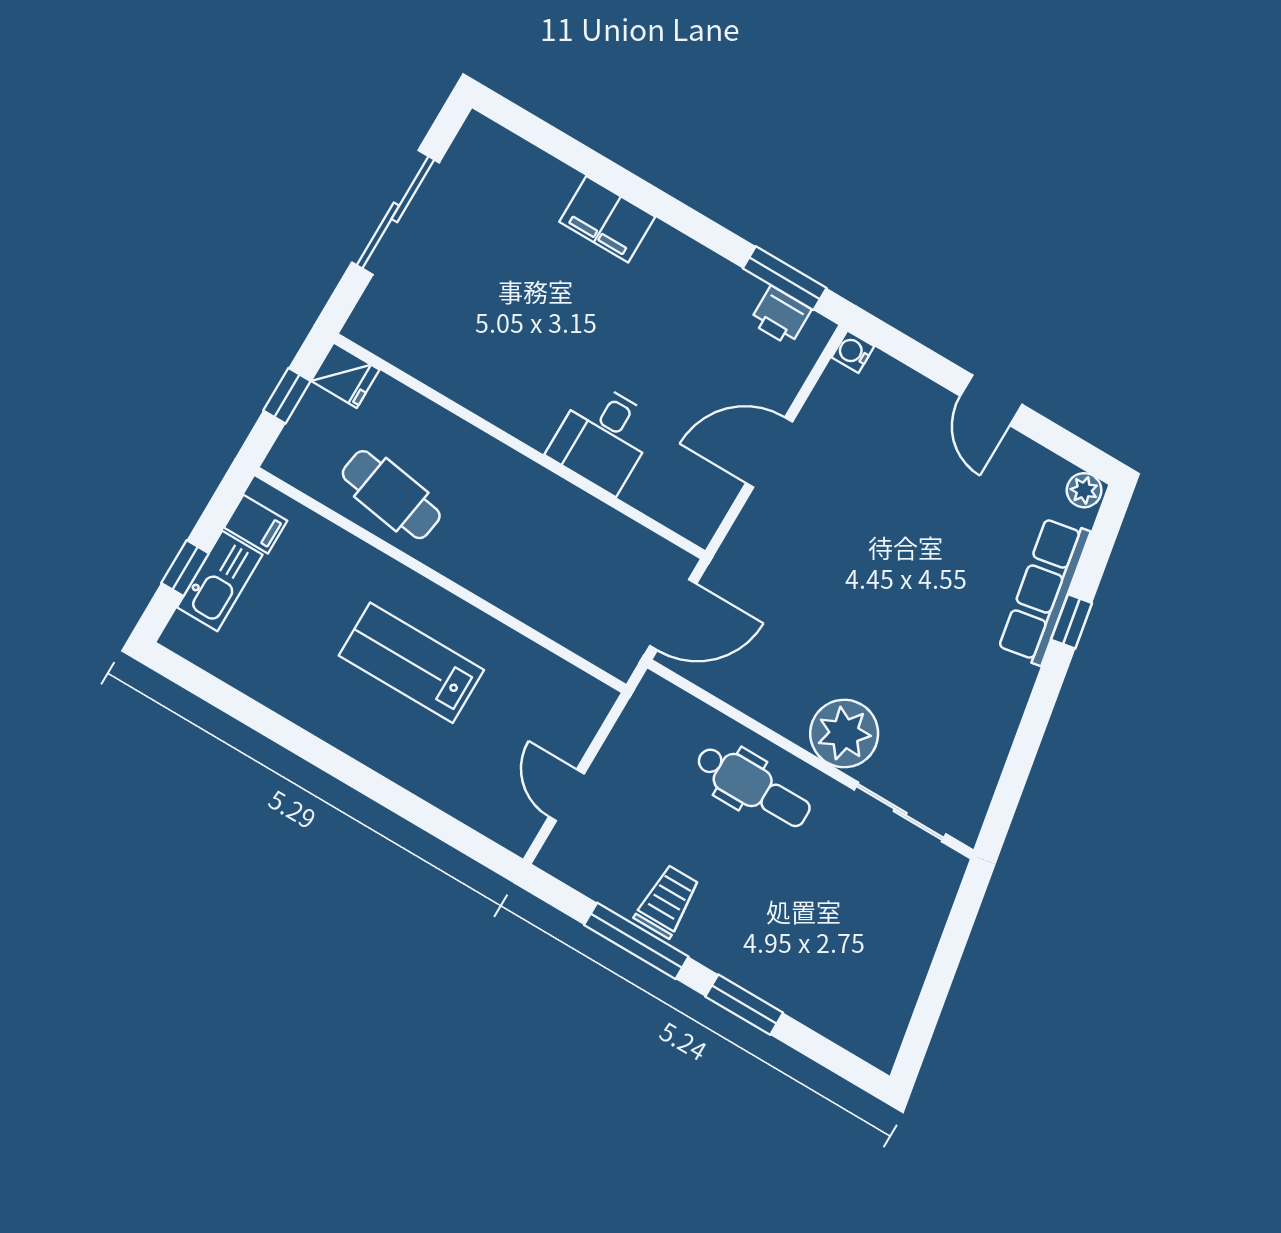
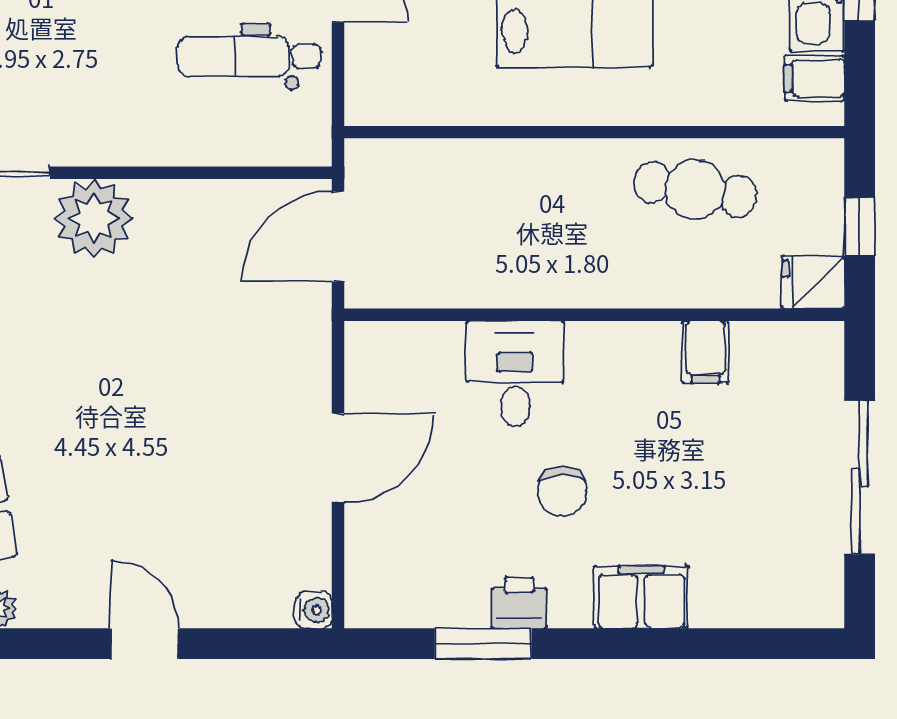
window: (785, 278) -> (483, 644), moved
printer: (780, 316) -> (519, 603), moved
chair: (620, 331) -> (562, 491), added
filing cabinet: (454, 371) -> (705, 352), added
dental chair: (753, 786) -> (249, 56), moved

